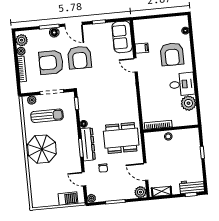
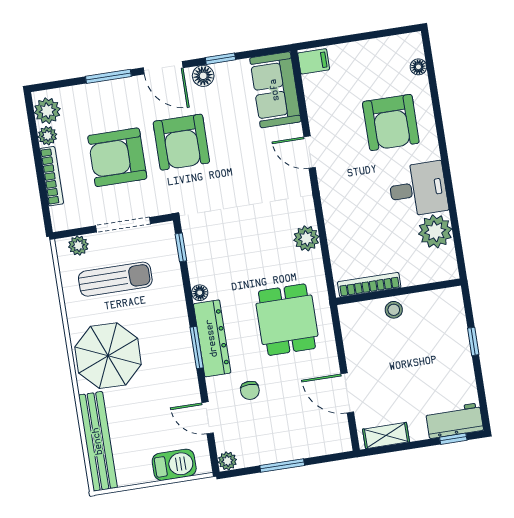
floor lamp: (54, 32) -> (203, 76), moved
filing cabinet: (142, 48) -> (314, 61), moved
dining table: (121, 138) -> (287, 320), width x0.73
bench: (35, 186) -> (98, 441), added
plant: (140, 192) -> (306, 238), moved

